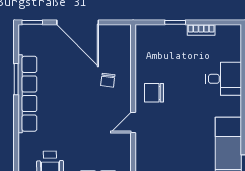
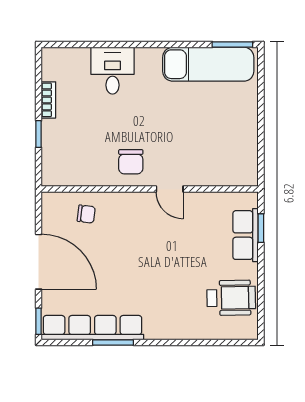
door: (78, 22) -> (39, 262), hinge flipped
chair: (108, 80) -> (86, 214), moved
row of seats: (27, 94) -> (92, 328), moved

